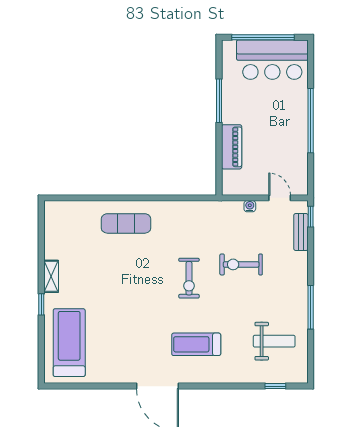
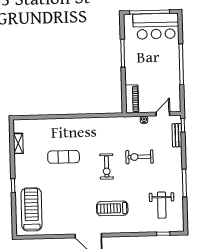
piano: (232, 147) -> (132, 99), moved
door: (280, 198) -> (163, 114), hinge flipped
exercise mat: (126, 223) -> (64, 157), moved
shelving: (51, 276) -> (18, 143), moved
weight bench: (274, 341) -> (162, 205), turned 90

